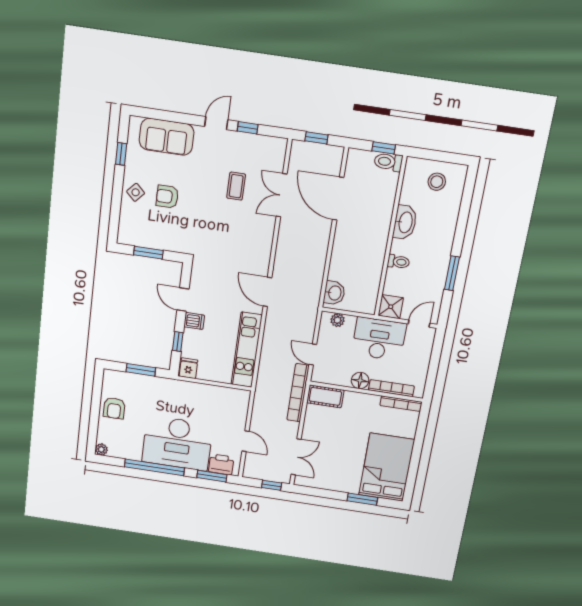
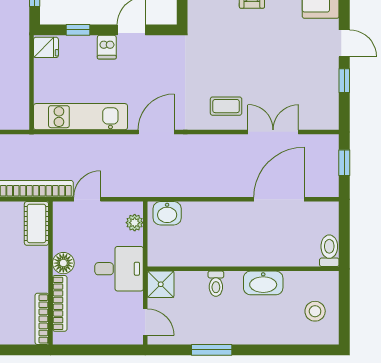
window: (384, 148) -> (344, 243), removed
coffee table: (236, 186) -> (226, 106), moved
desk: (379, 339) -> (119, 269), width x0.73

